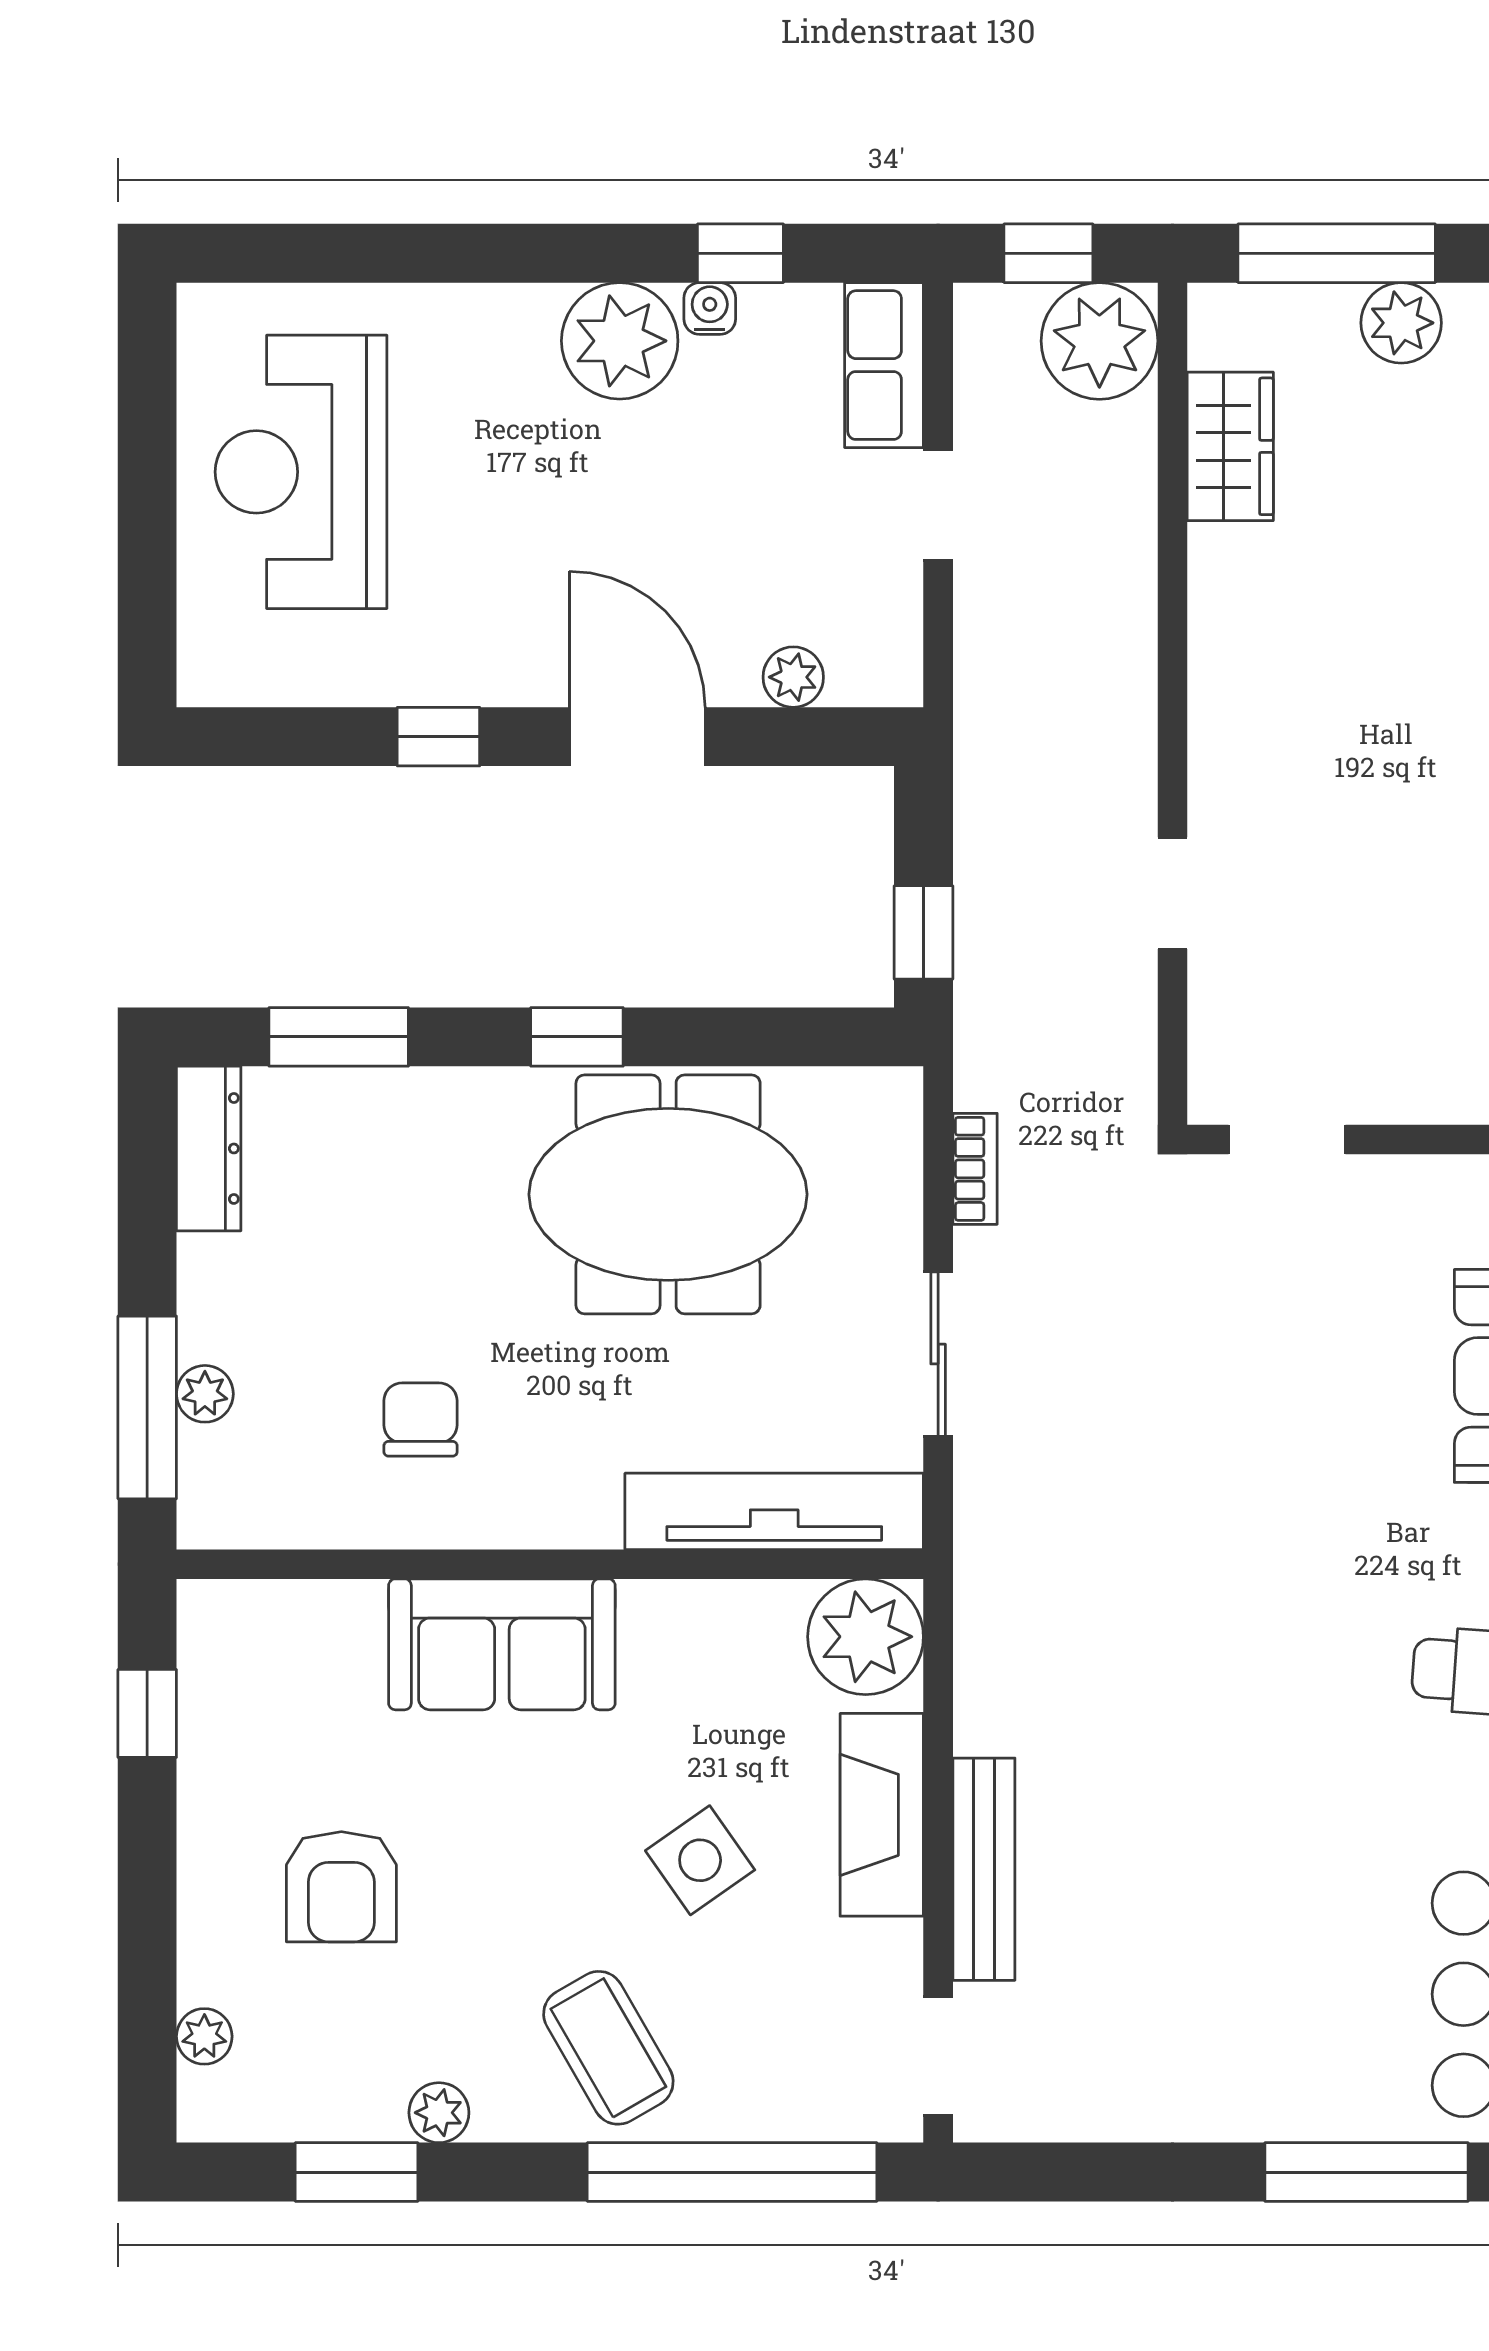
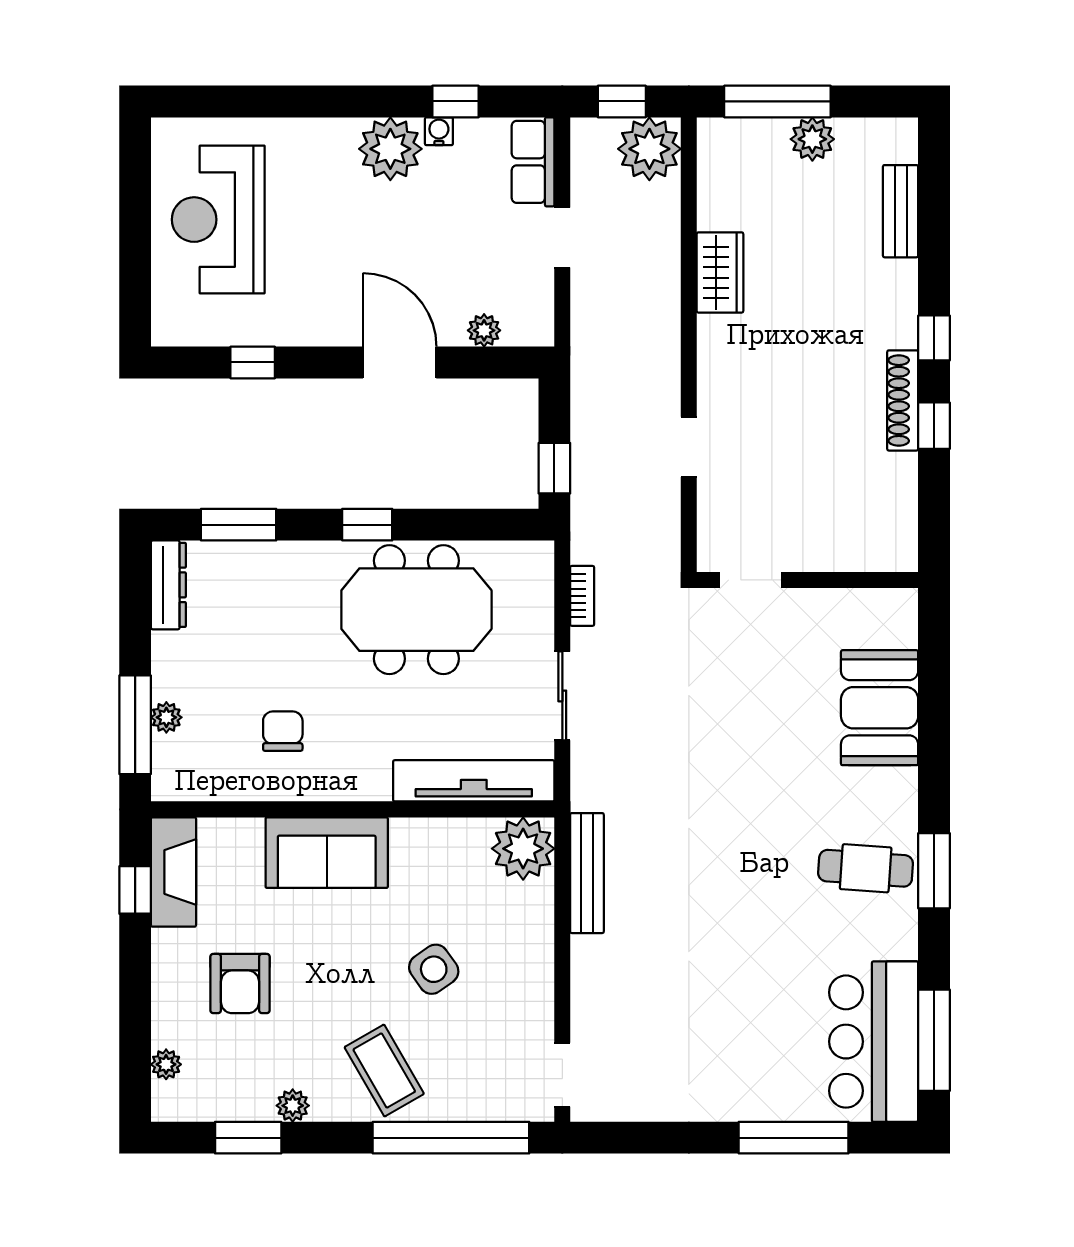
wardrobe: (1230, 446) -> (720, 272), moved
window: (438, 737) -> (253, 362), moved
fireplace: (882, 1815) -> (173, 872), moved, turned 180
bench: (984, 1869) -> (587, 873), moved

